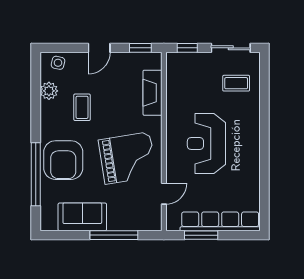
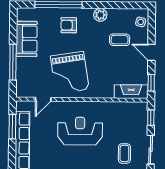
plant: (49, 91) -> (100, 15), moved
fireplace: (152, 93) -> (131, 92), moved
coffee table: (82, 107) -> (120, 40), moved
armchair: (63, 160) -> (69, 25), width x0.53, depth x0.53
door: (164, 194) -> (43, 99), hinge flipped

